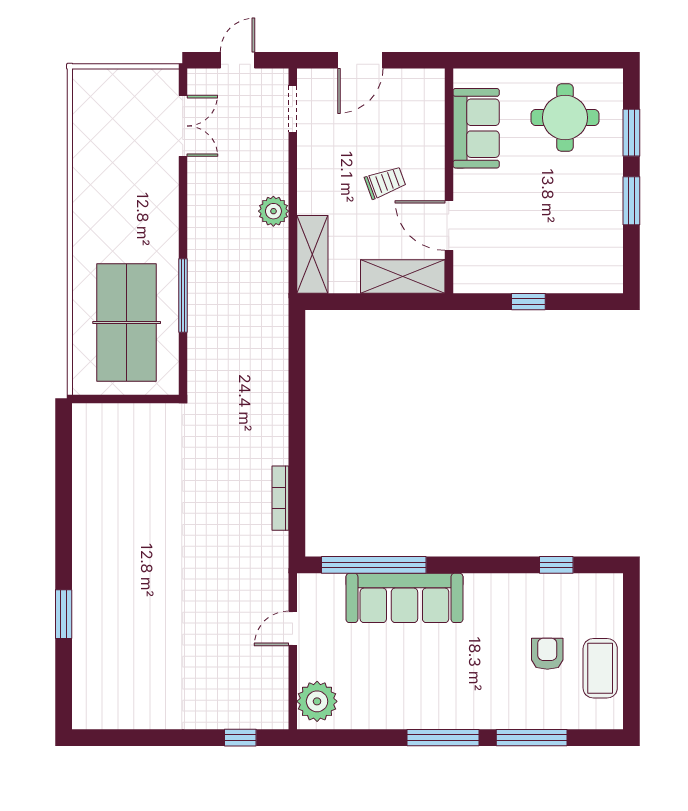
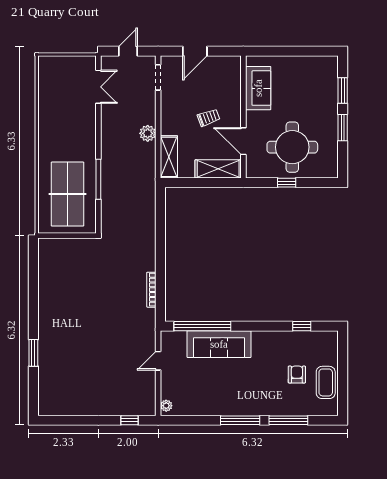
round table: (565, 118) -> (292, 147), moved, width x1.36, depth x1.36
plant: (317, 701) -> (166, 406), width x0.53, depth x0.53

